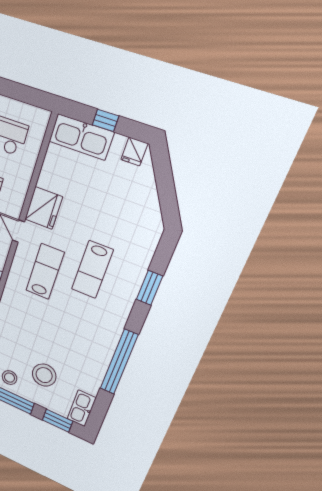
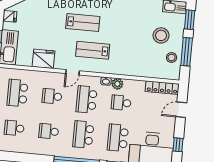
fridge: (44, 208) -> (43, 59), moved

